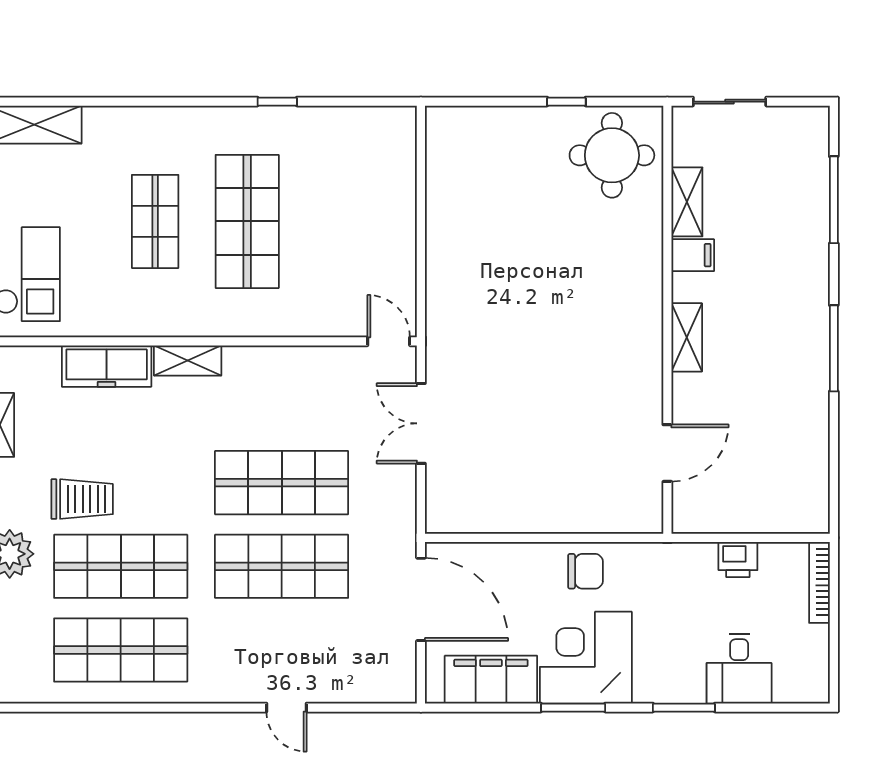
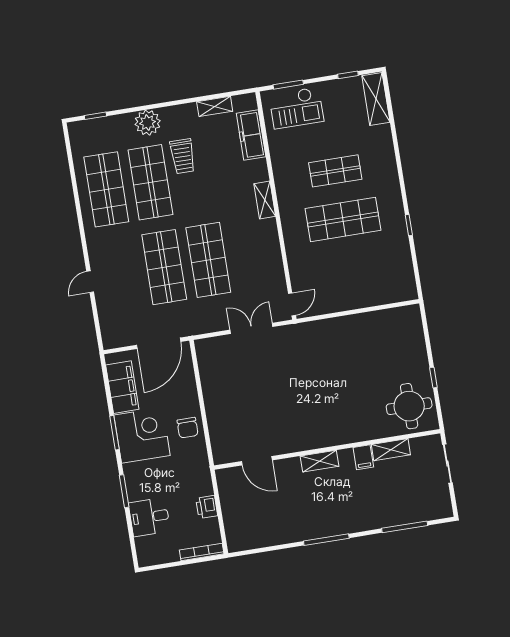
freezer: (107, 366) -> (251, 135), moved

